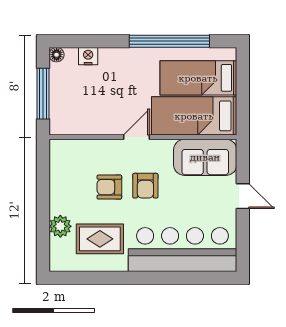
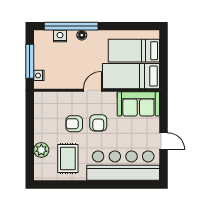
window: (169, 41) -> (71, 26), moved
floor lamp: (57, 55) -> (82, 35), moved
nightstand: (57, 115) -> (39, 75), added
door: (243, 196) -> (164, 141), moved
rug: (100, 239) -> (68, 158), turned 90

